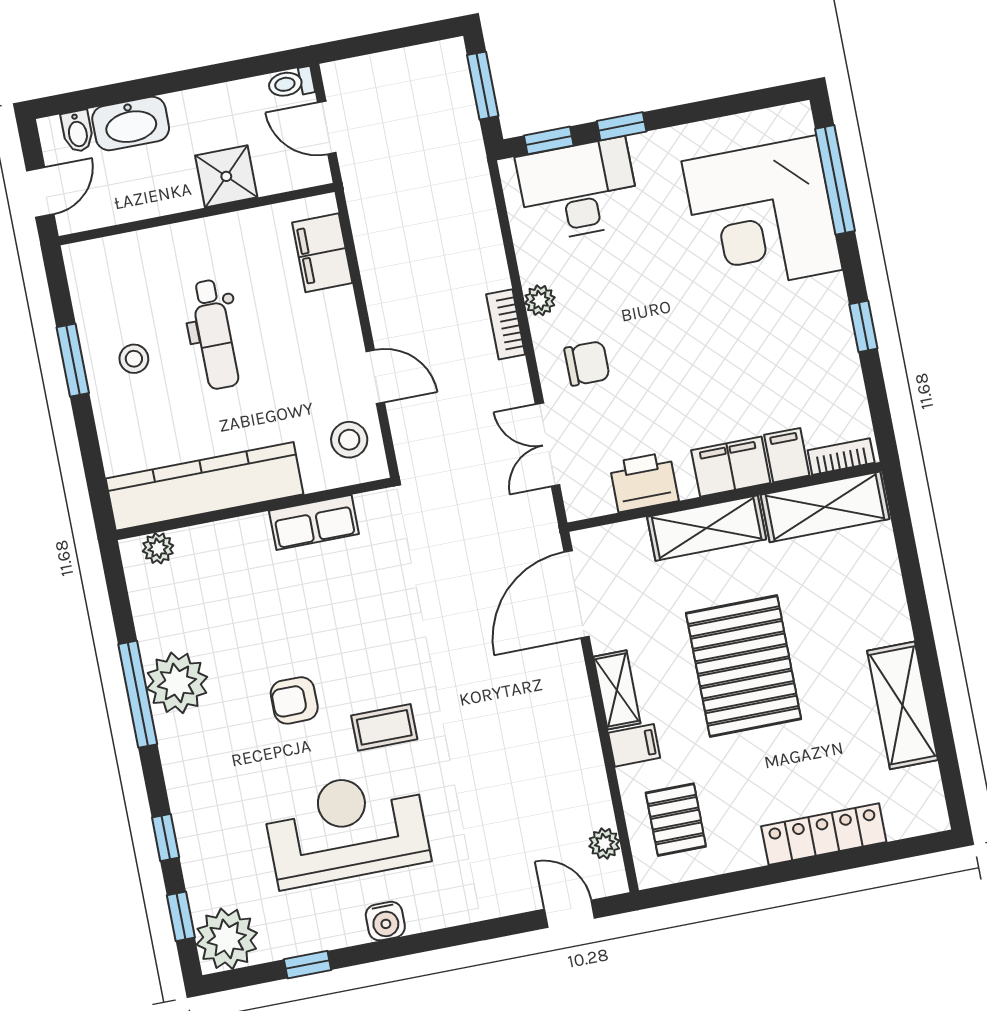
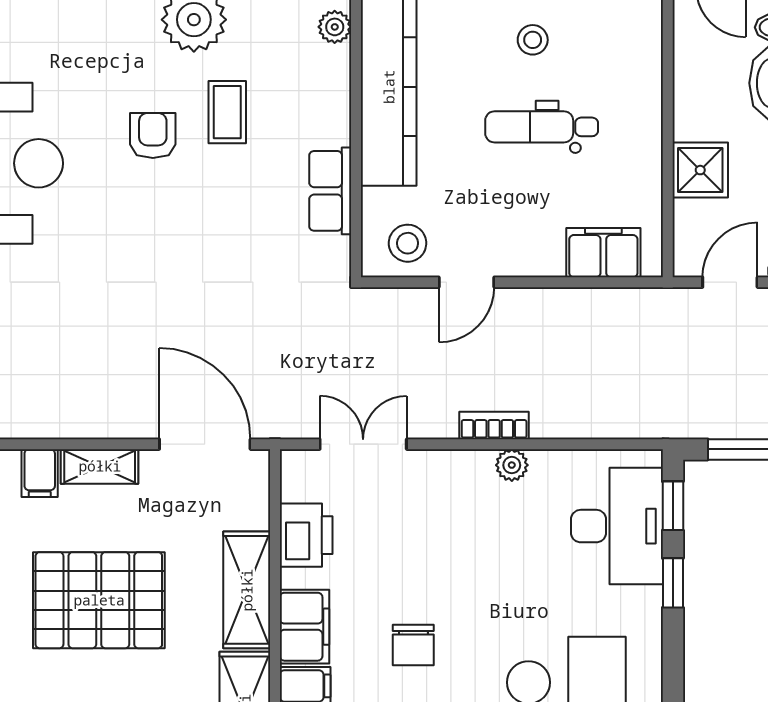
chair: (587, 363) -> (413, 645), moved
coffee table: (384, 727) -> (227, 112), moved

